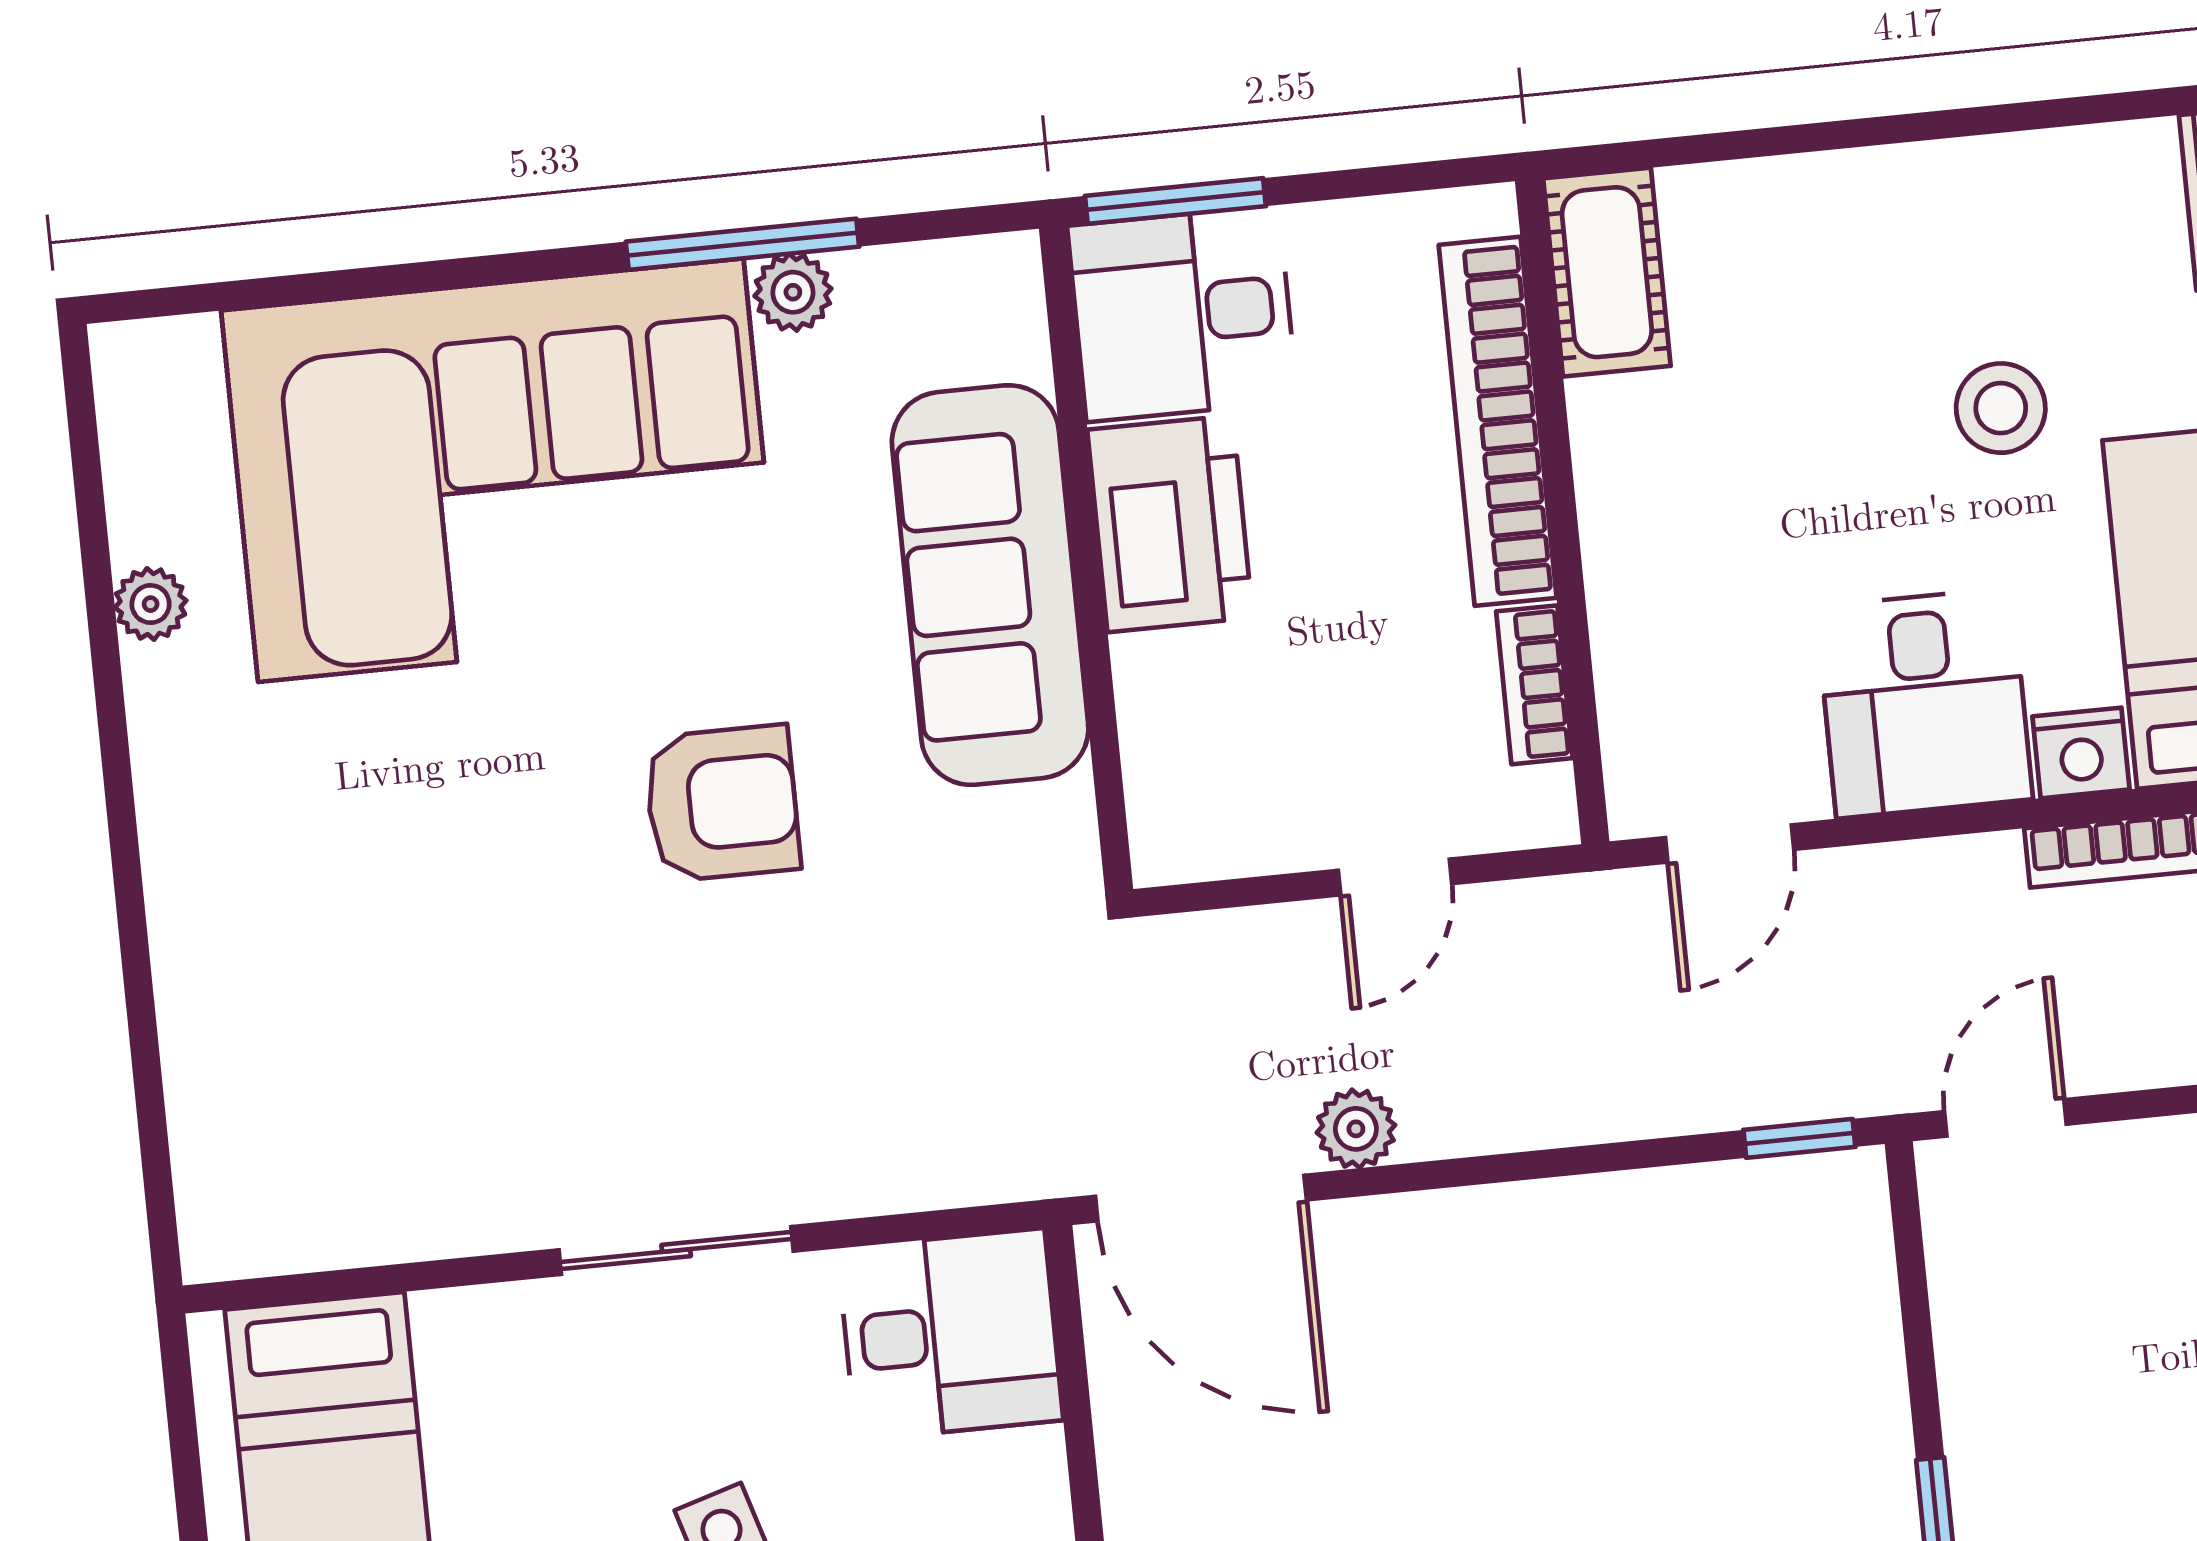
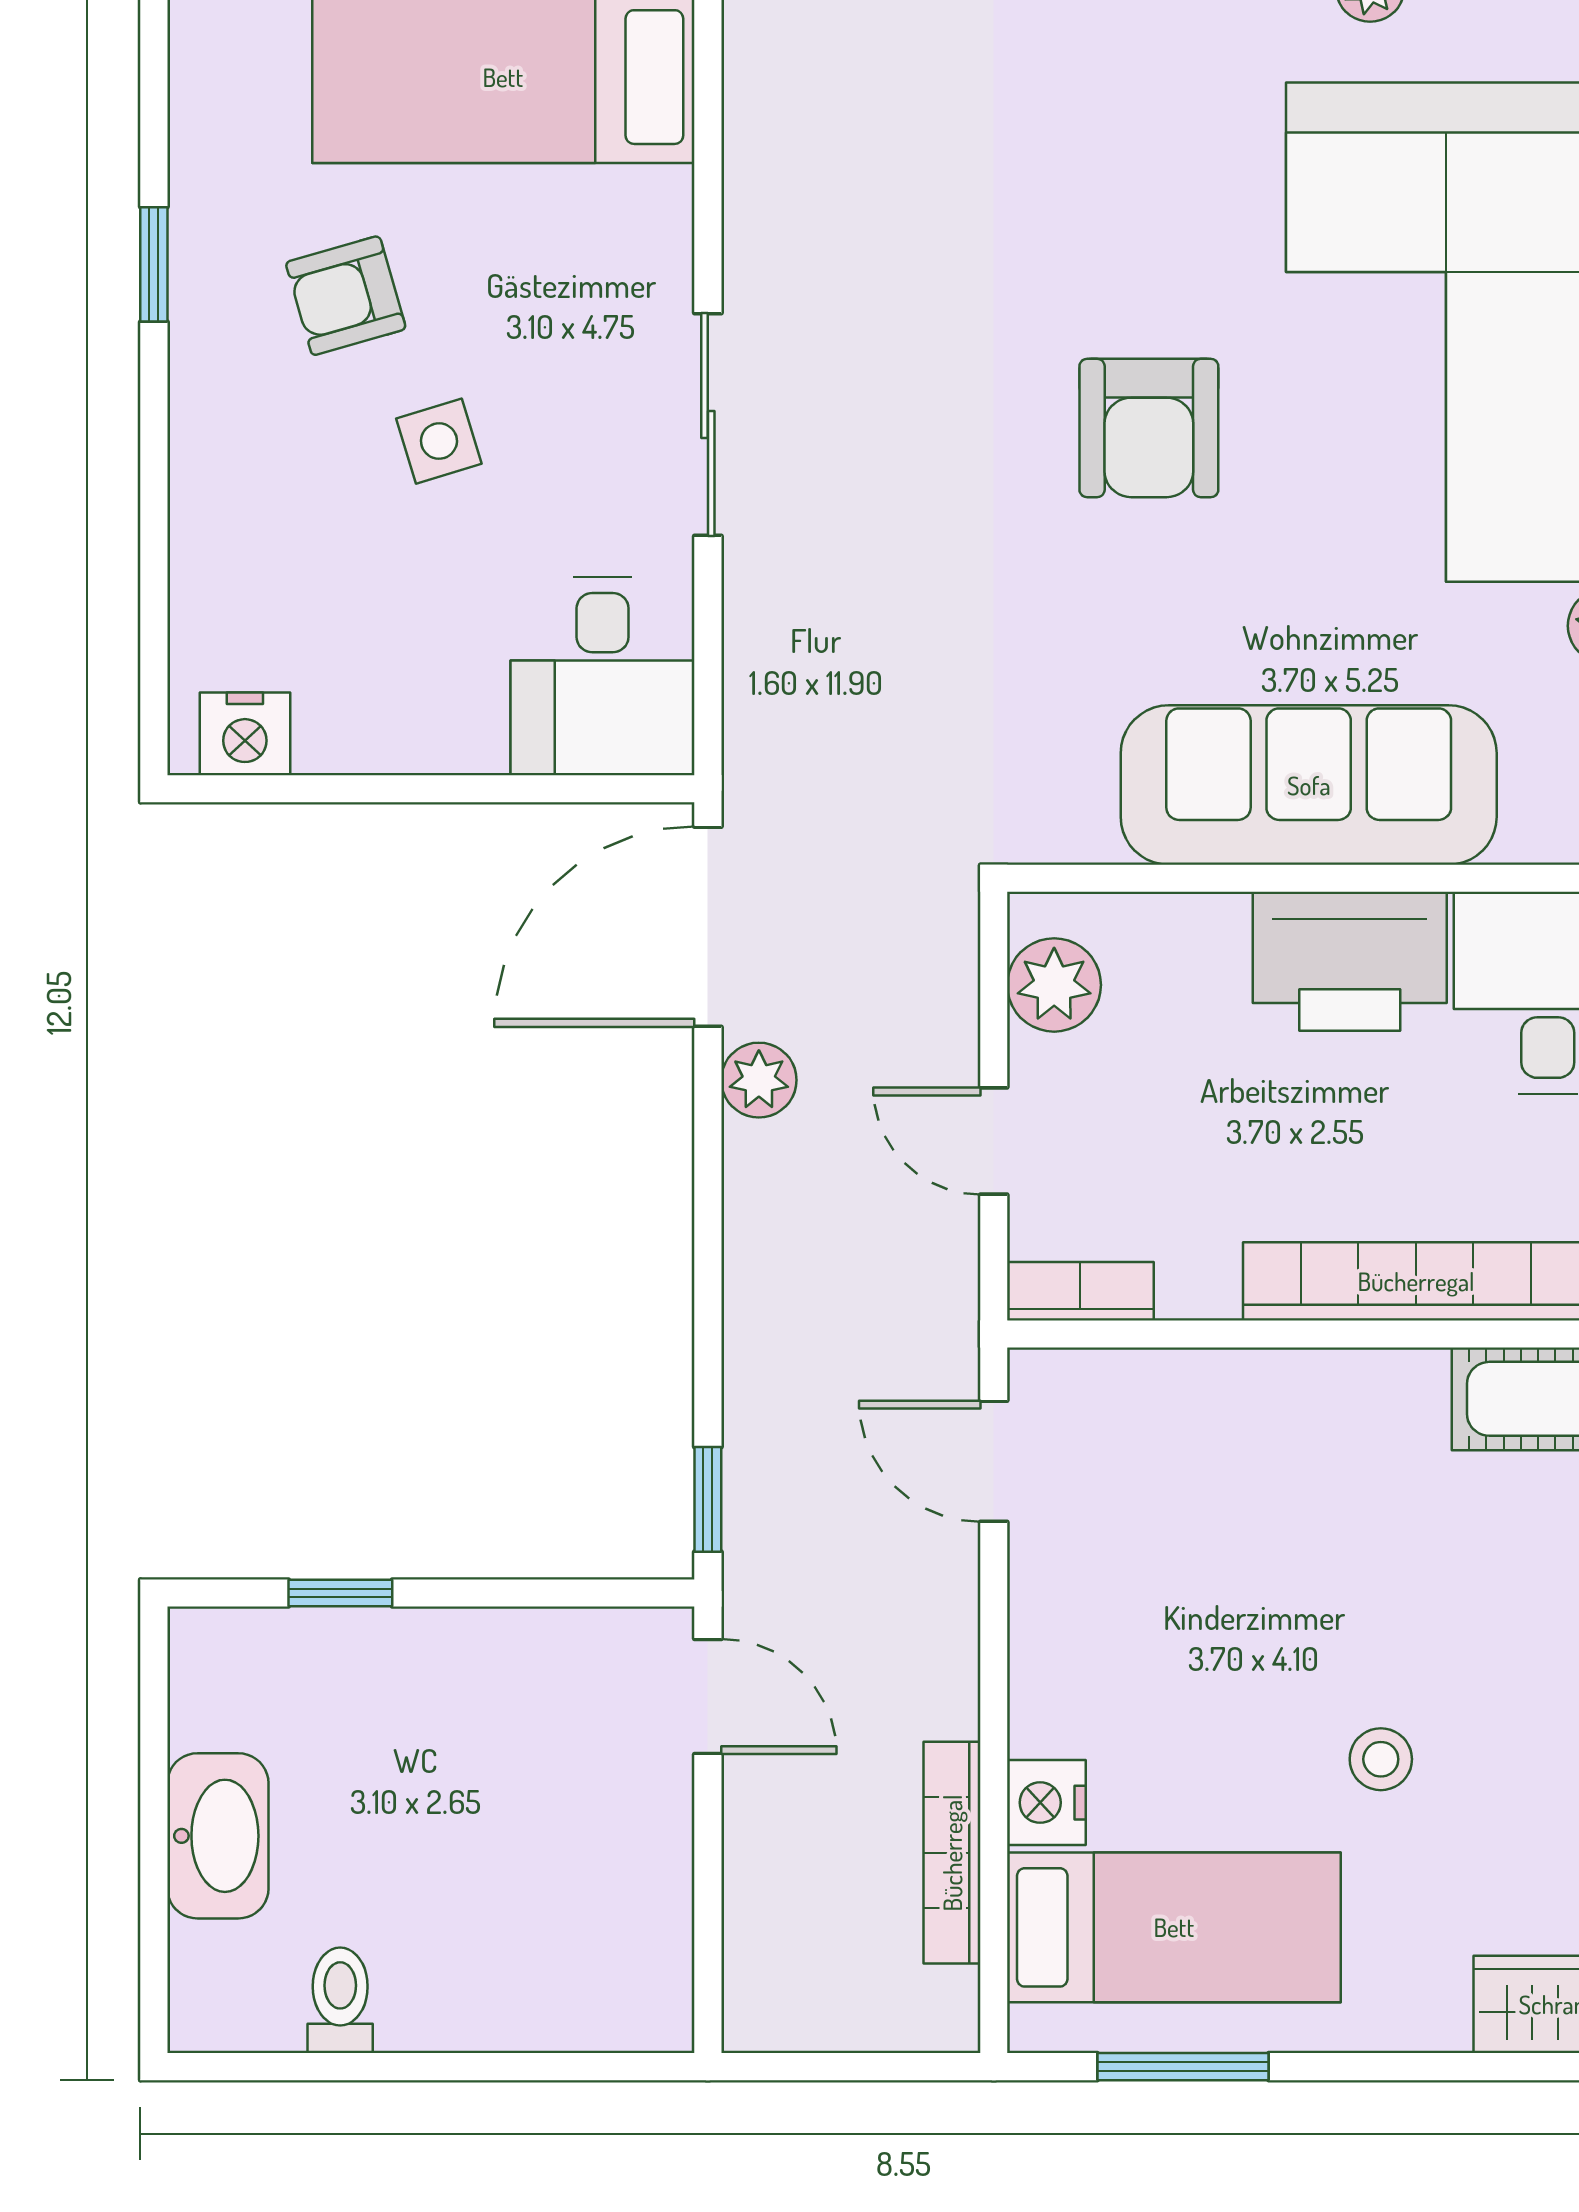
stool: (2001, 408) -> (1381, 1759), width x0.73, depth x0.73
bookcase: (1534, 685) -> (1080, 1291), moved
desk: (1924, 703) -> (1109, 1659), removed
armchair: (722, 803) -> (1149, 428), moved
plant: (1226, 830) -> (1054, 985), added

